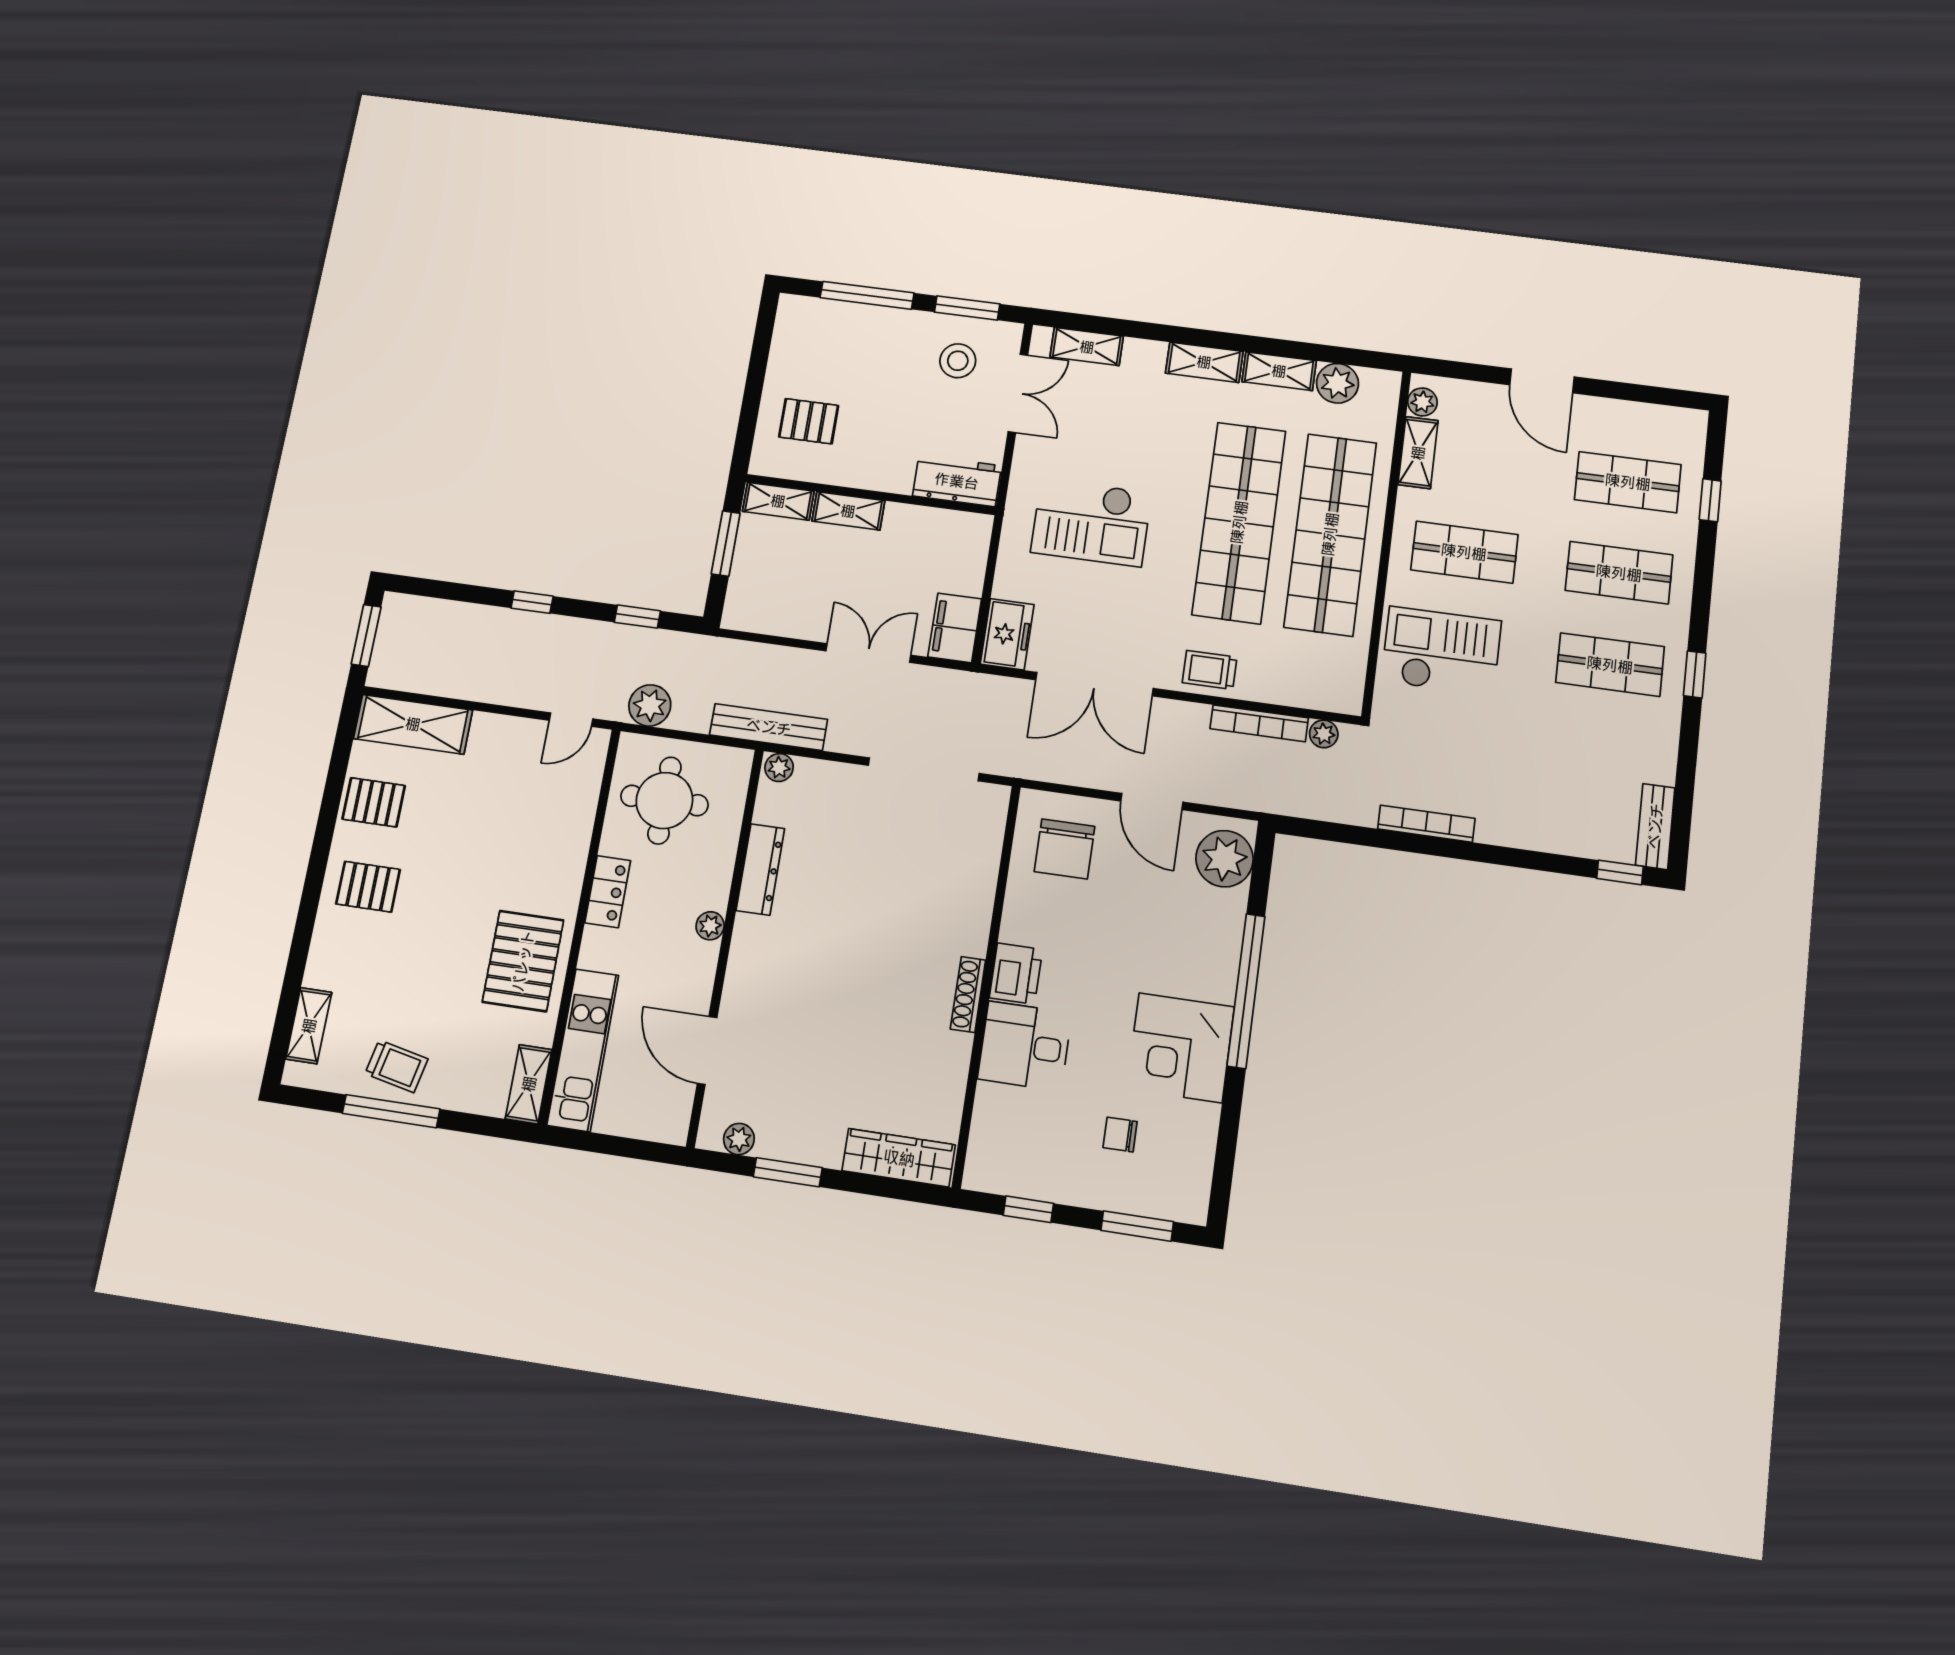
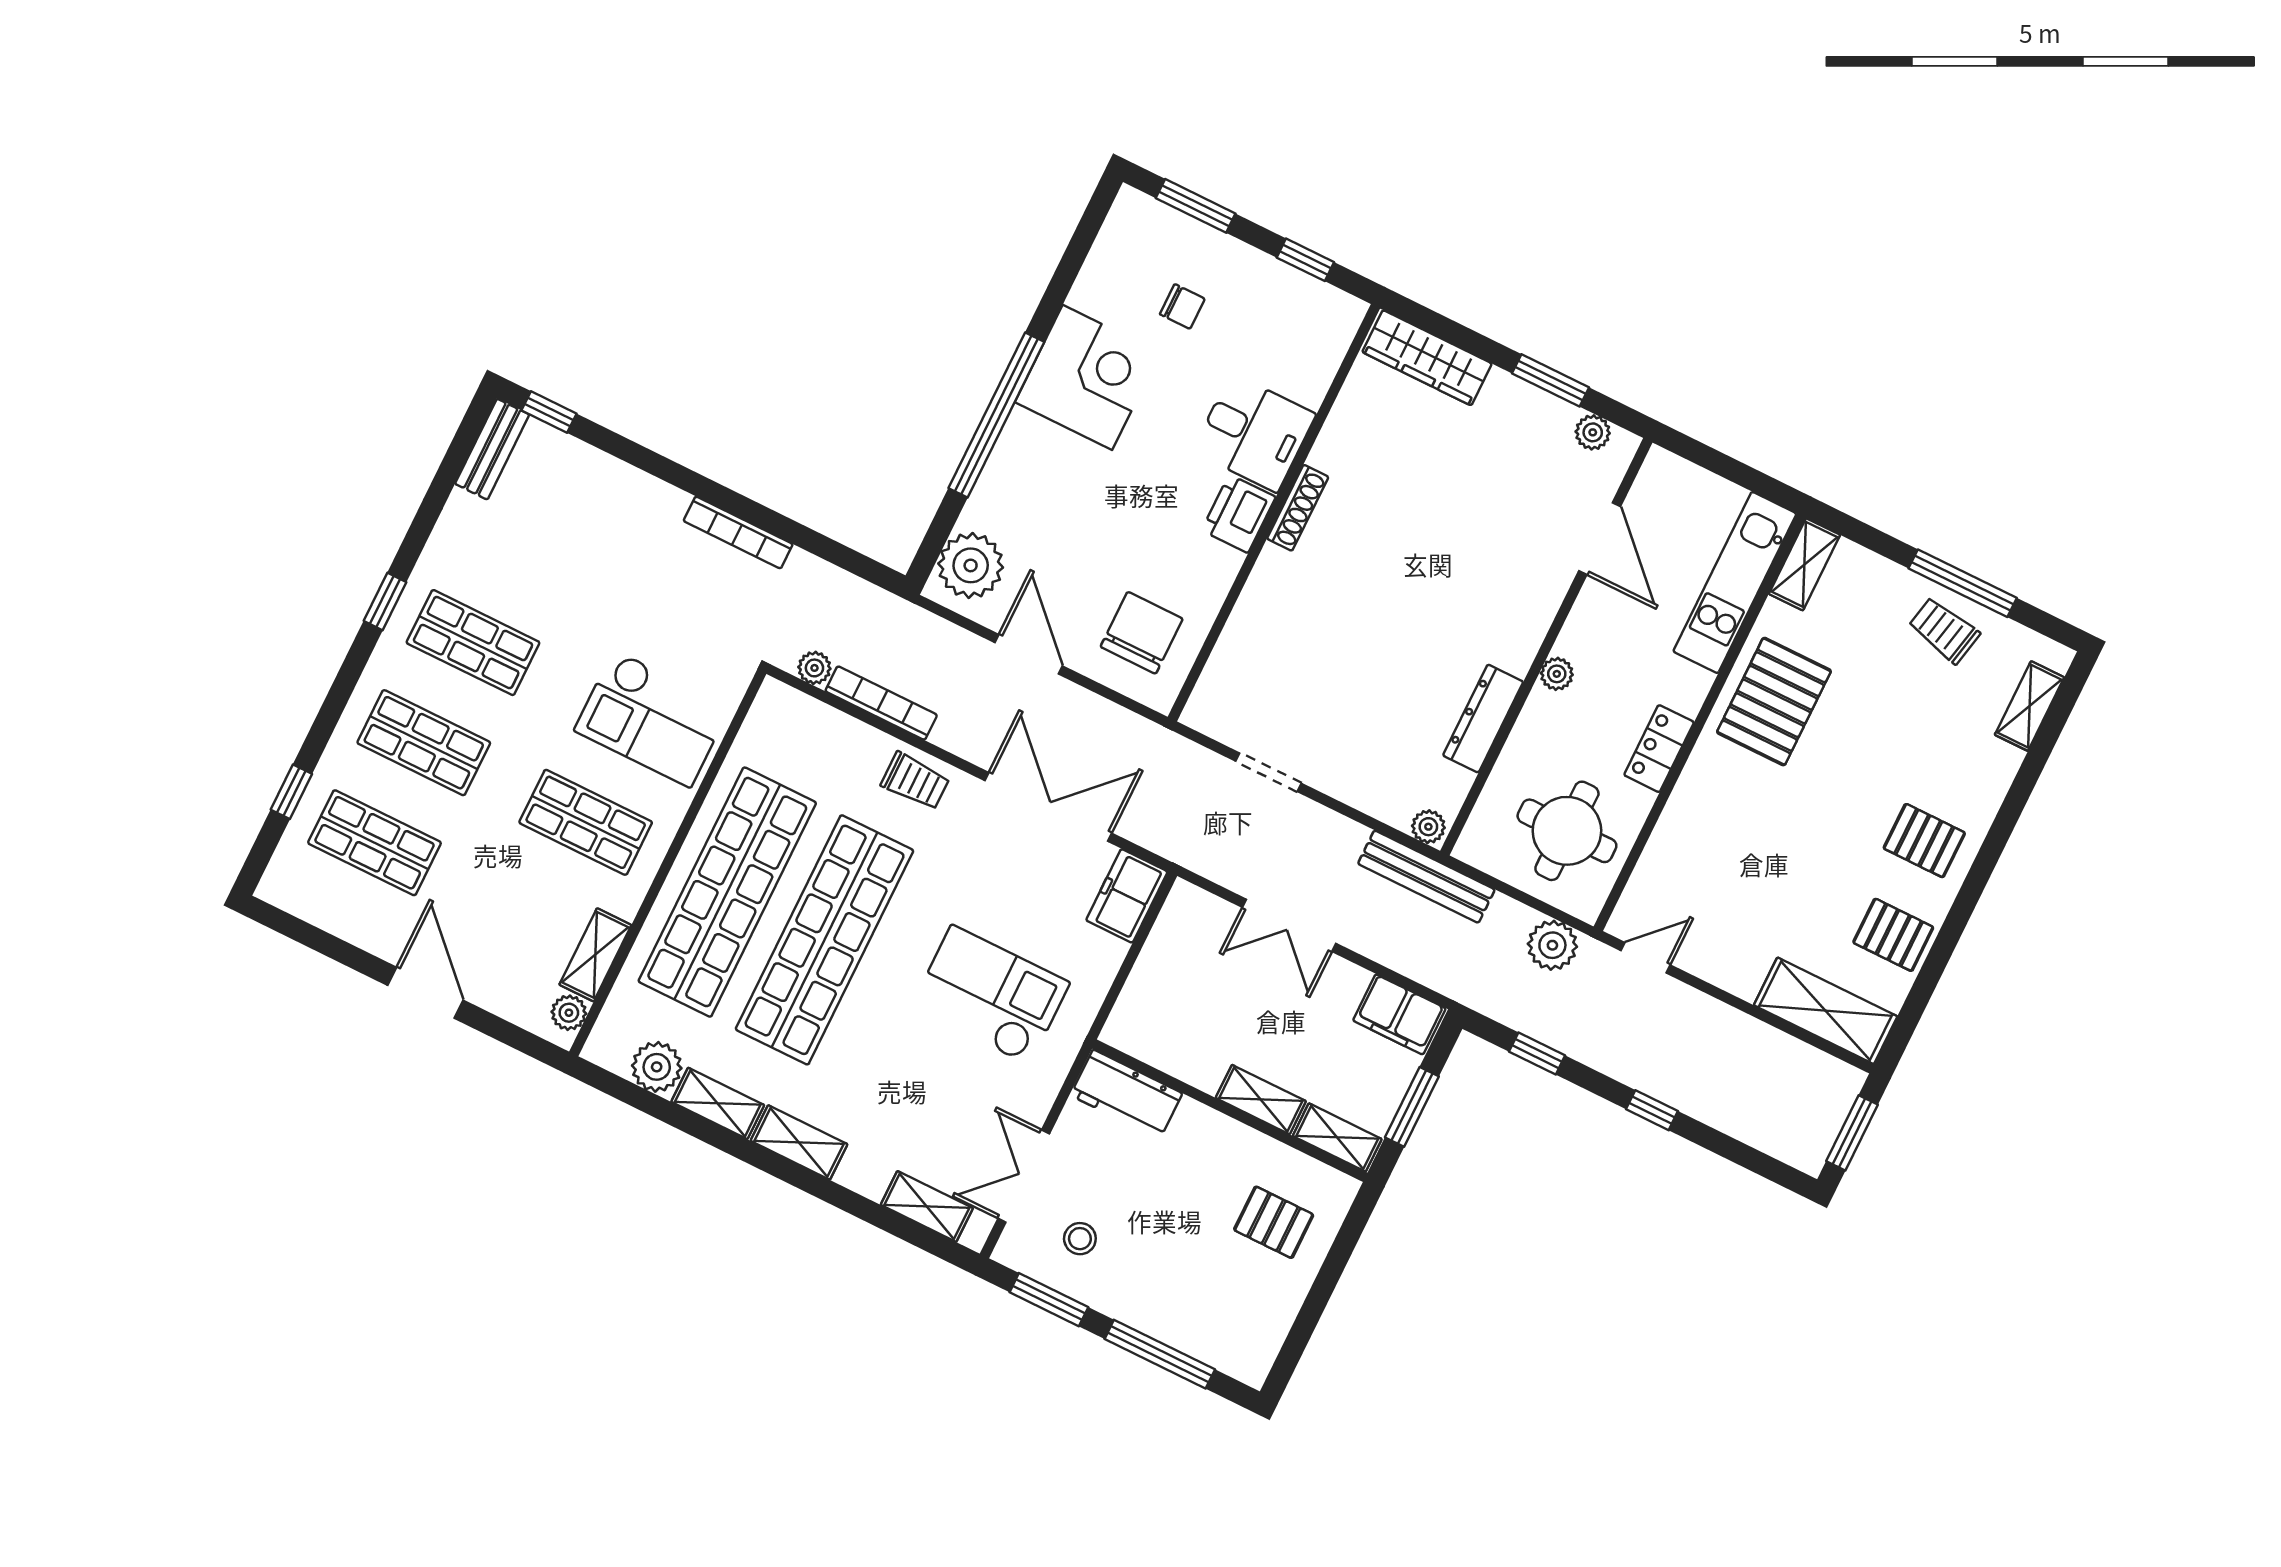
stool: (958, 361) -> (1080, 1239), width x0.73, depth x0.73
filing cabinet: (955, 628) -> (1399, 1014), moved, turned 90
doorway: (924, 769) -> (1268, 772), width x0.53

